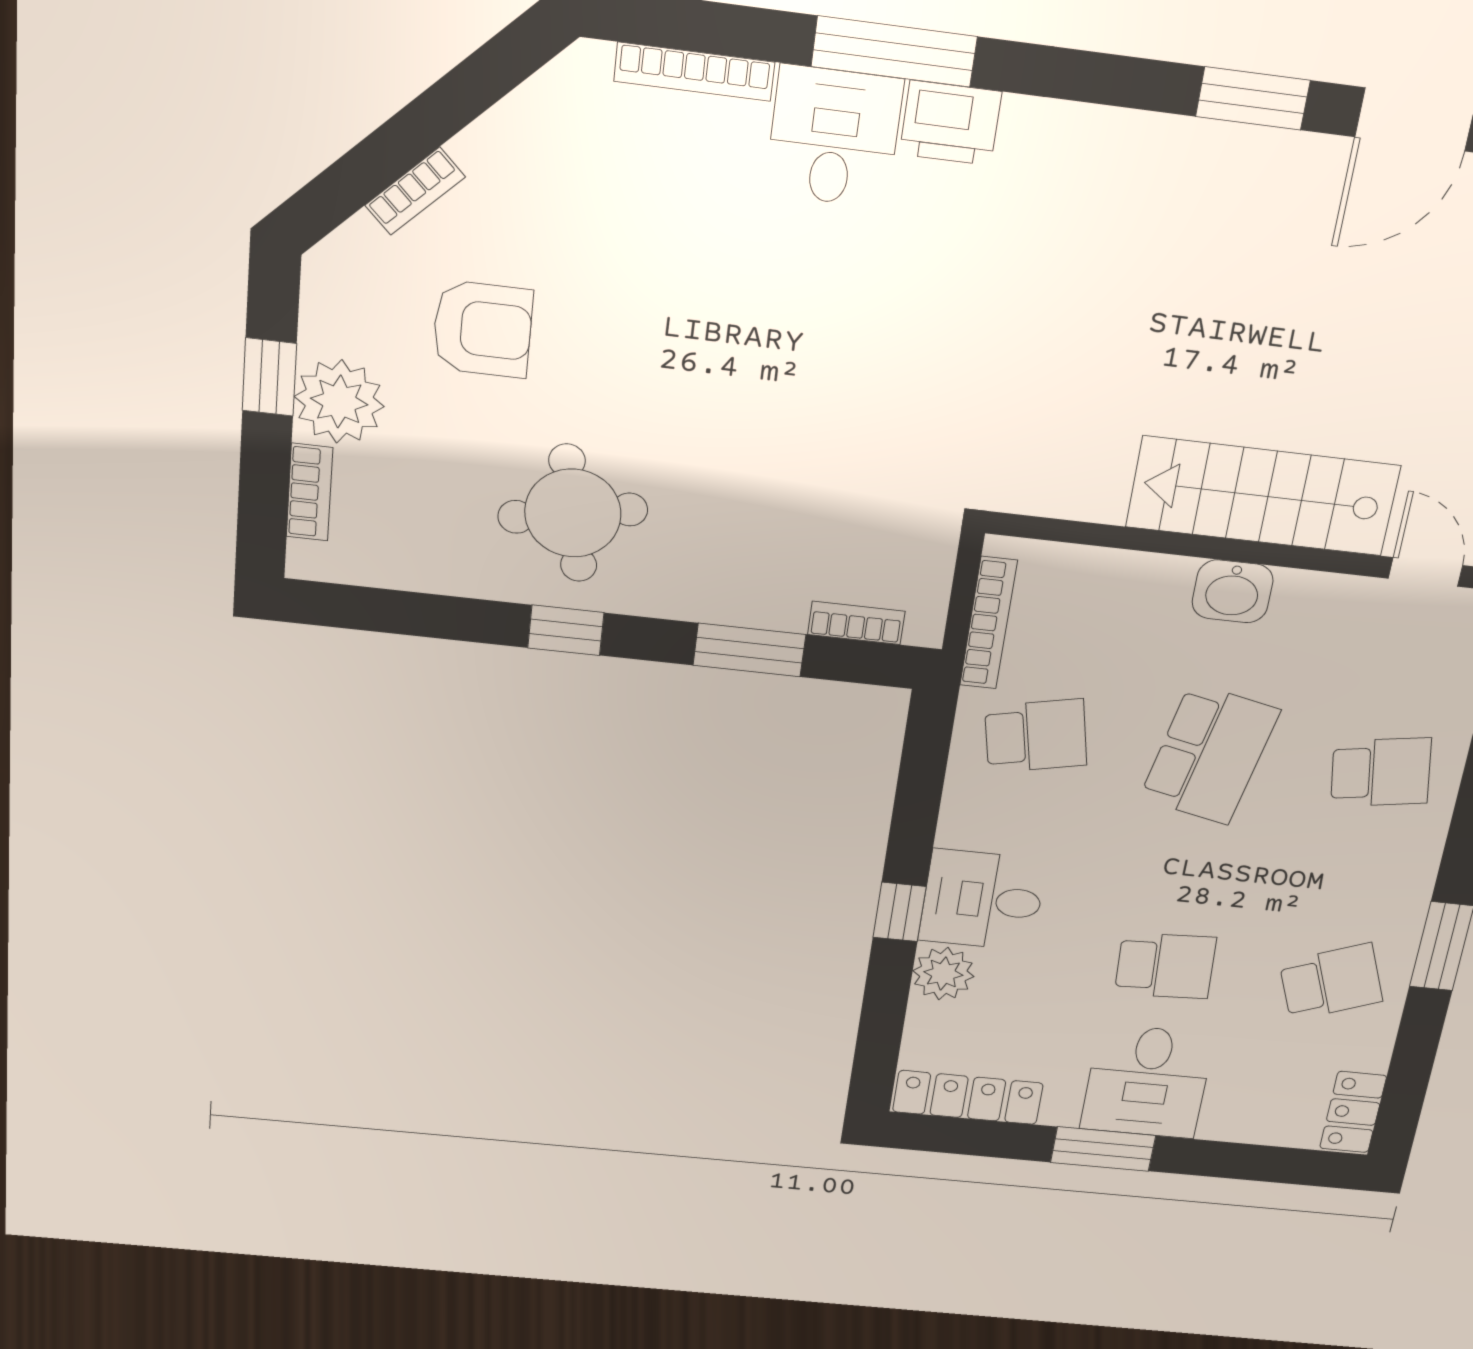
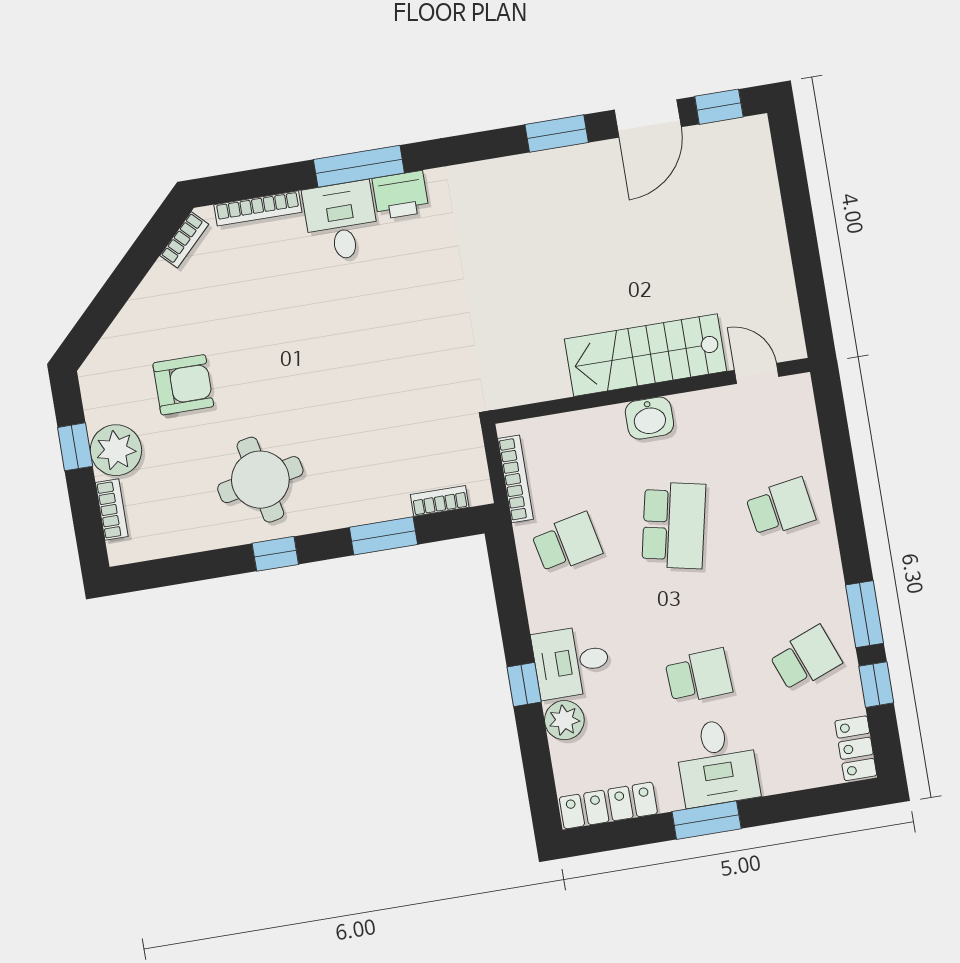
bookcase: (415, 191) -> (184, 240), moved
window: (1418, 1040) -> (876, 685), added

